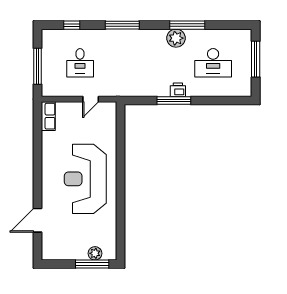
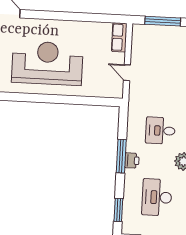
desk: (80, 63) -> (160, 131), moved
window: (228, 100) -> (118, 210), added
row of seats: (48, 116) -> (119, 37), moved, turned 90

